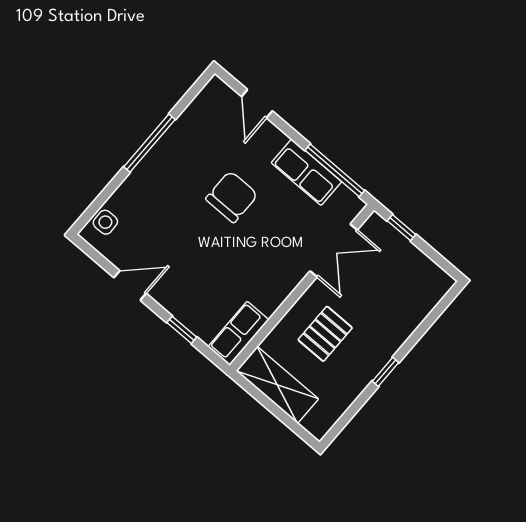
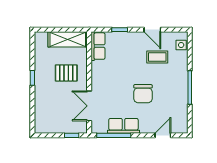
door: (257, 104) -> (163, 135), hinge flipped
coffee table: (159, 236) -> (157, 57), added
door: (130, 285) -> (152, 30), hinge flipped
pallet: (325, 334) -> (66, 73), turned 90

